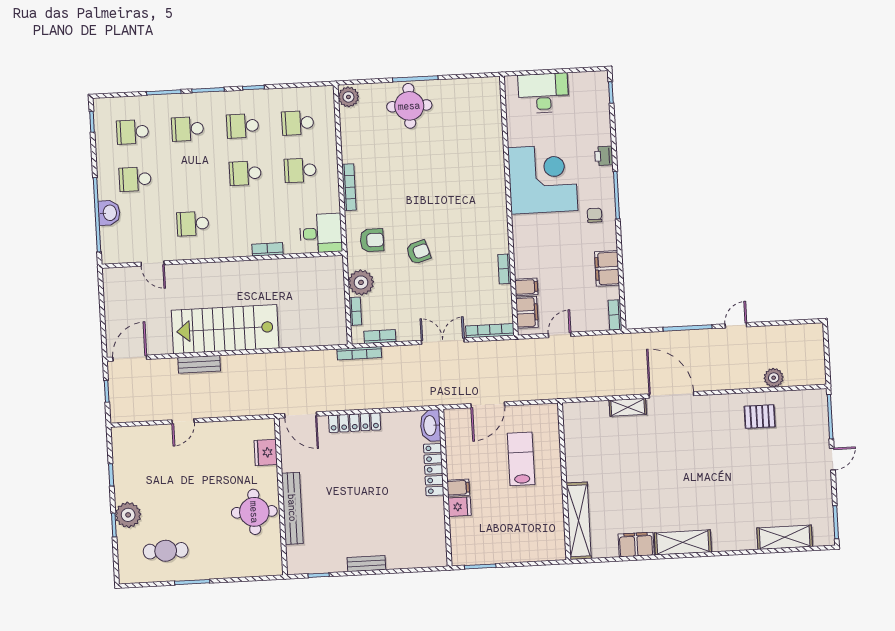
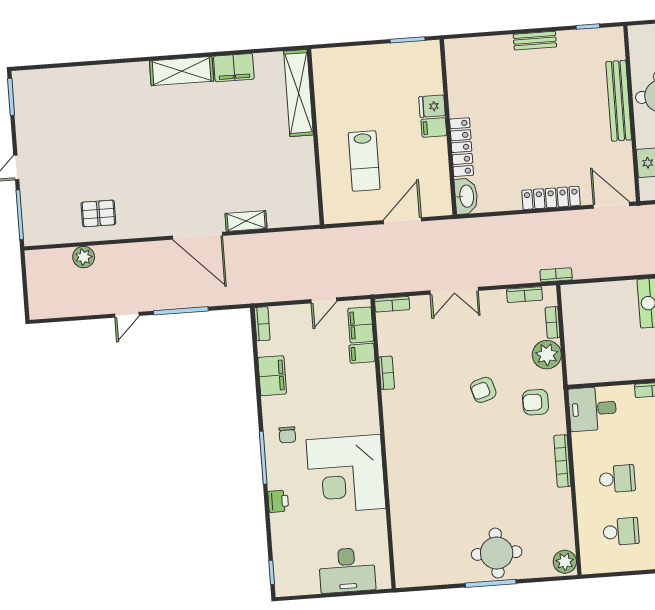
bookcase: (490, 331) -> (392, 304), width x0.64
bookcase: (359, 353) -> (556, 275), width x0.64
shelving: (785, 537) -> (68, 79), removed

